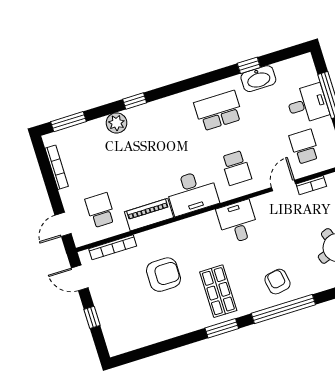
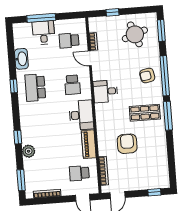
window: (249, 65) -> (14, 86), moved
school desk: (236, 168) -> (72, 85), turned 90
window: (92, 317) -> (154, 192), moved
window: (222, 328) -> (168, 116), width x1.44

